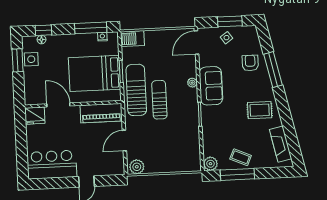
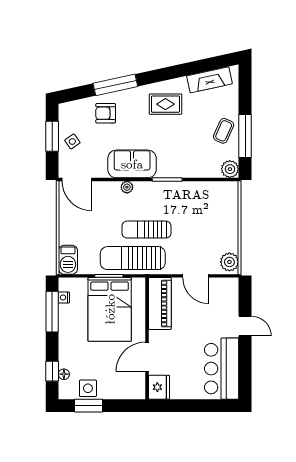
rug: (260, 110) -> (165, 104), turned 90

